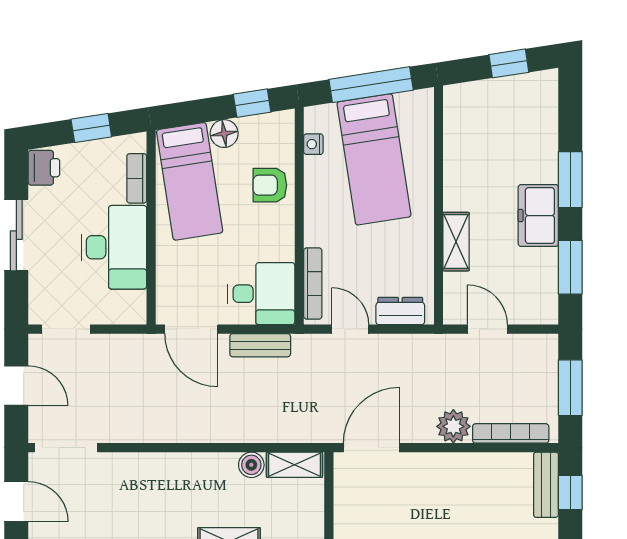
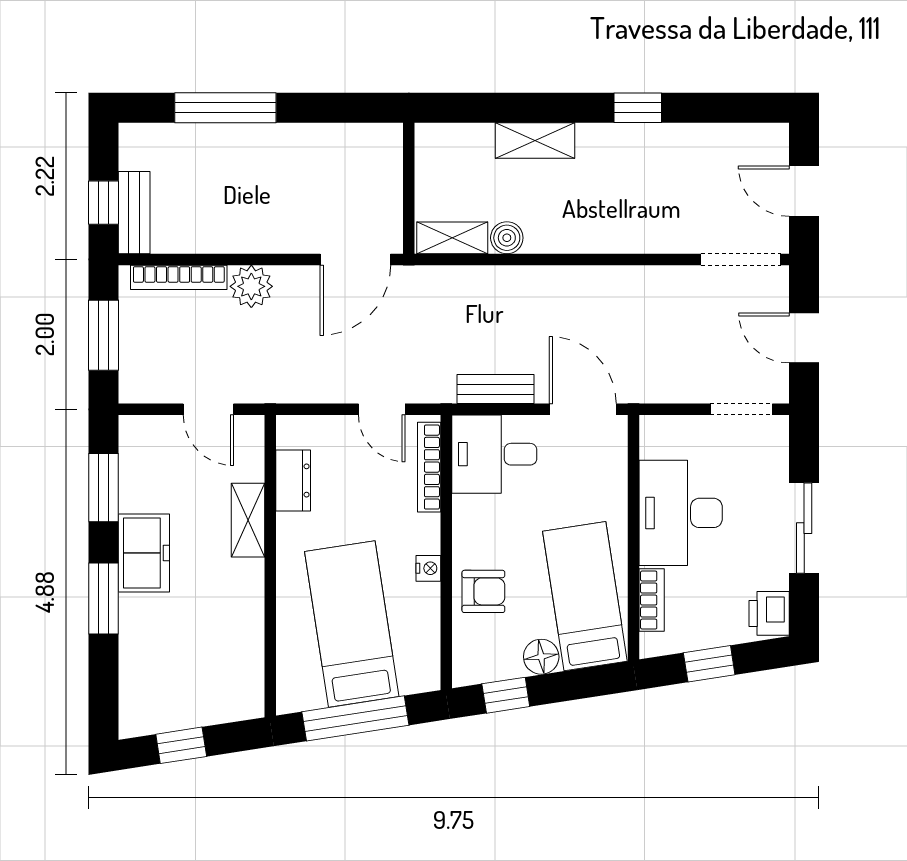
nightstand: (313, 144) -> (428, 568), moved
dresser: (400, 311) -> (293, 481), moved, turned -90

